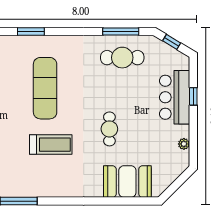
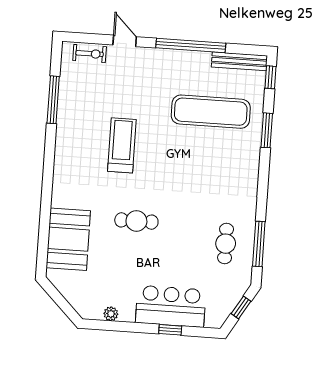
cafe table: (122, 58) -> (226, 244), width x0.73, depth x0.74
exercise mat: (45, 88) -> (211, 112), moved
treadmill: (51, 145) -> (122, 145), turned 180

